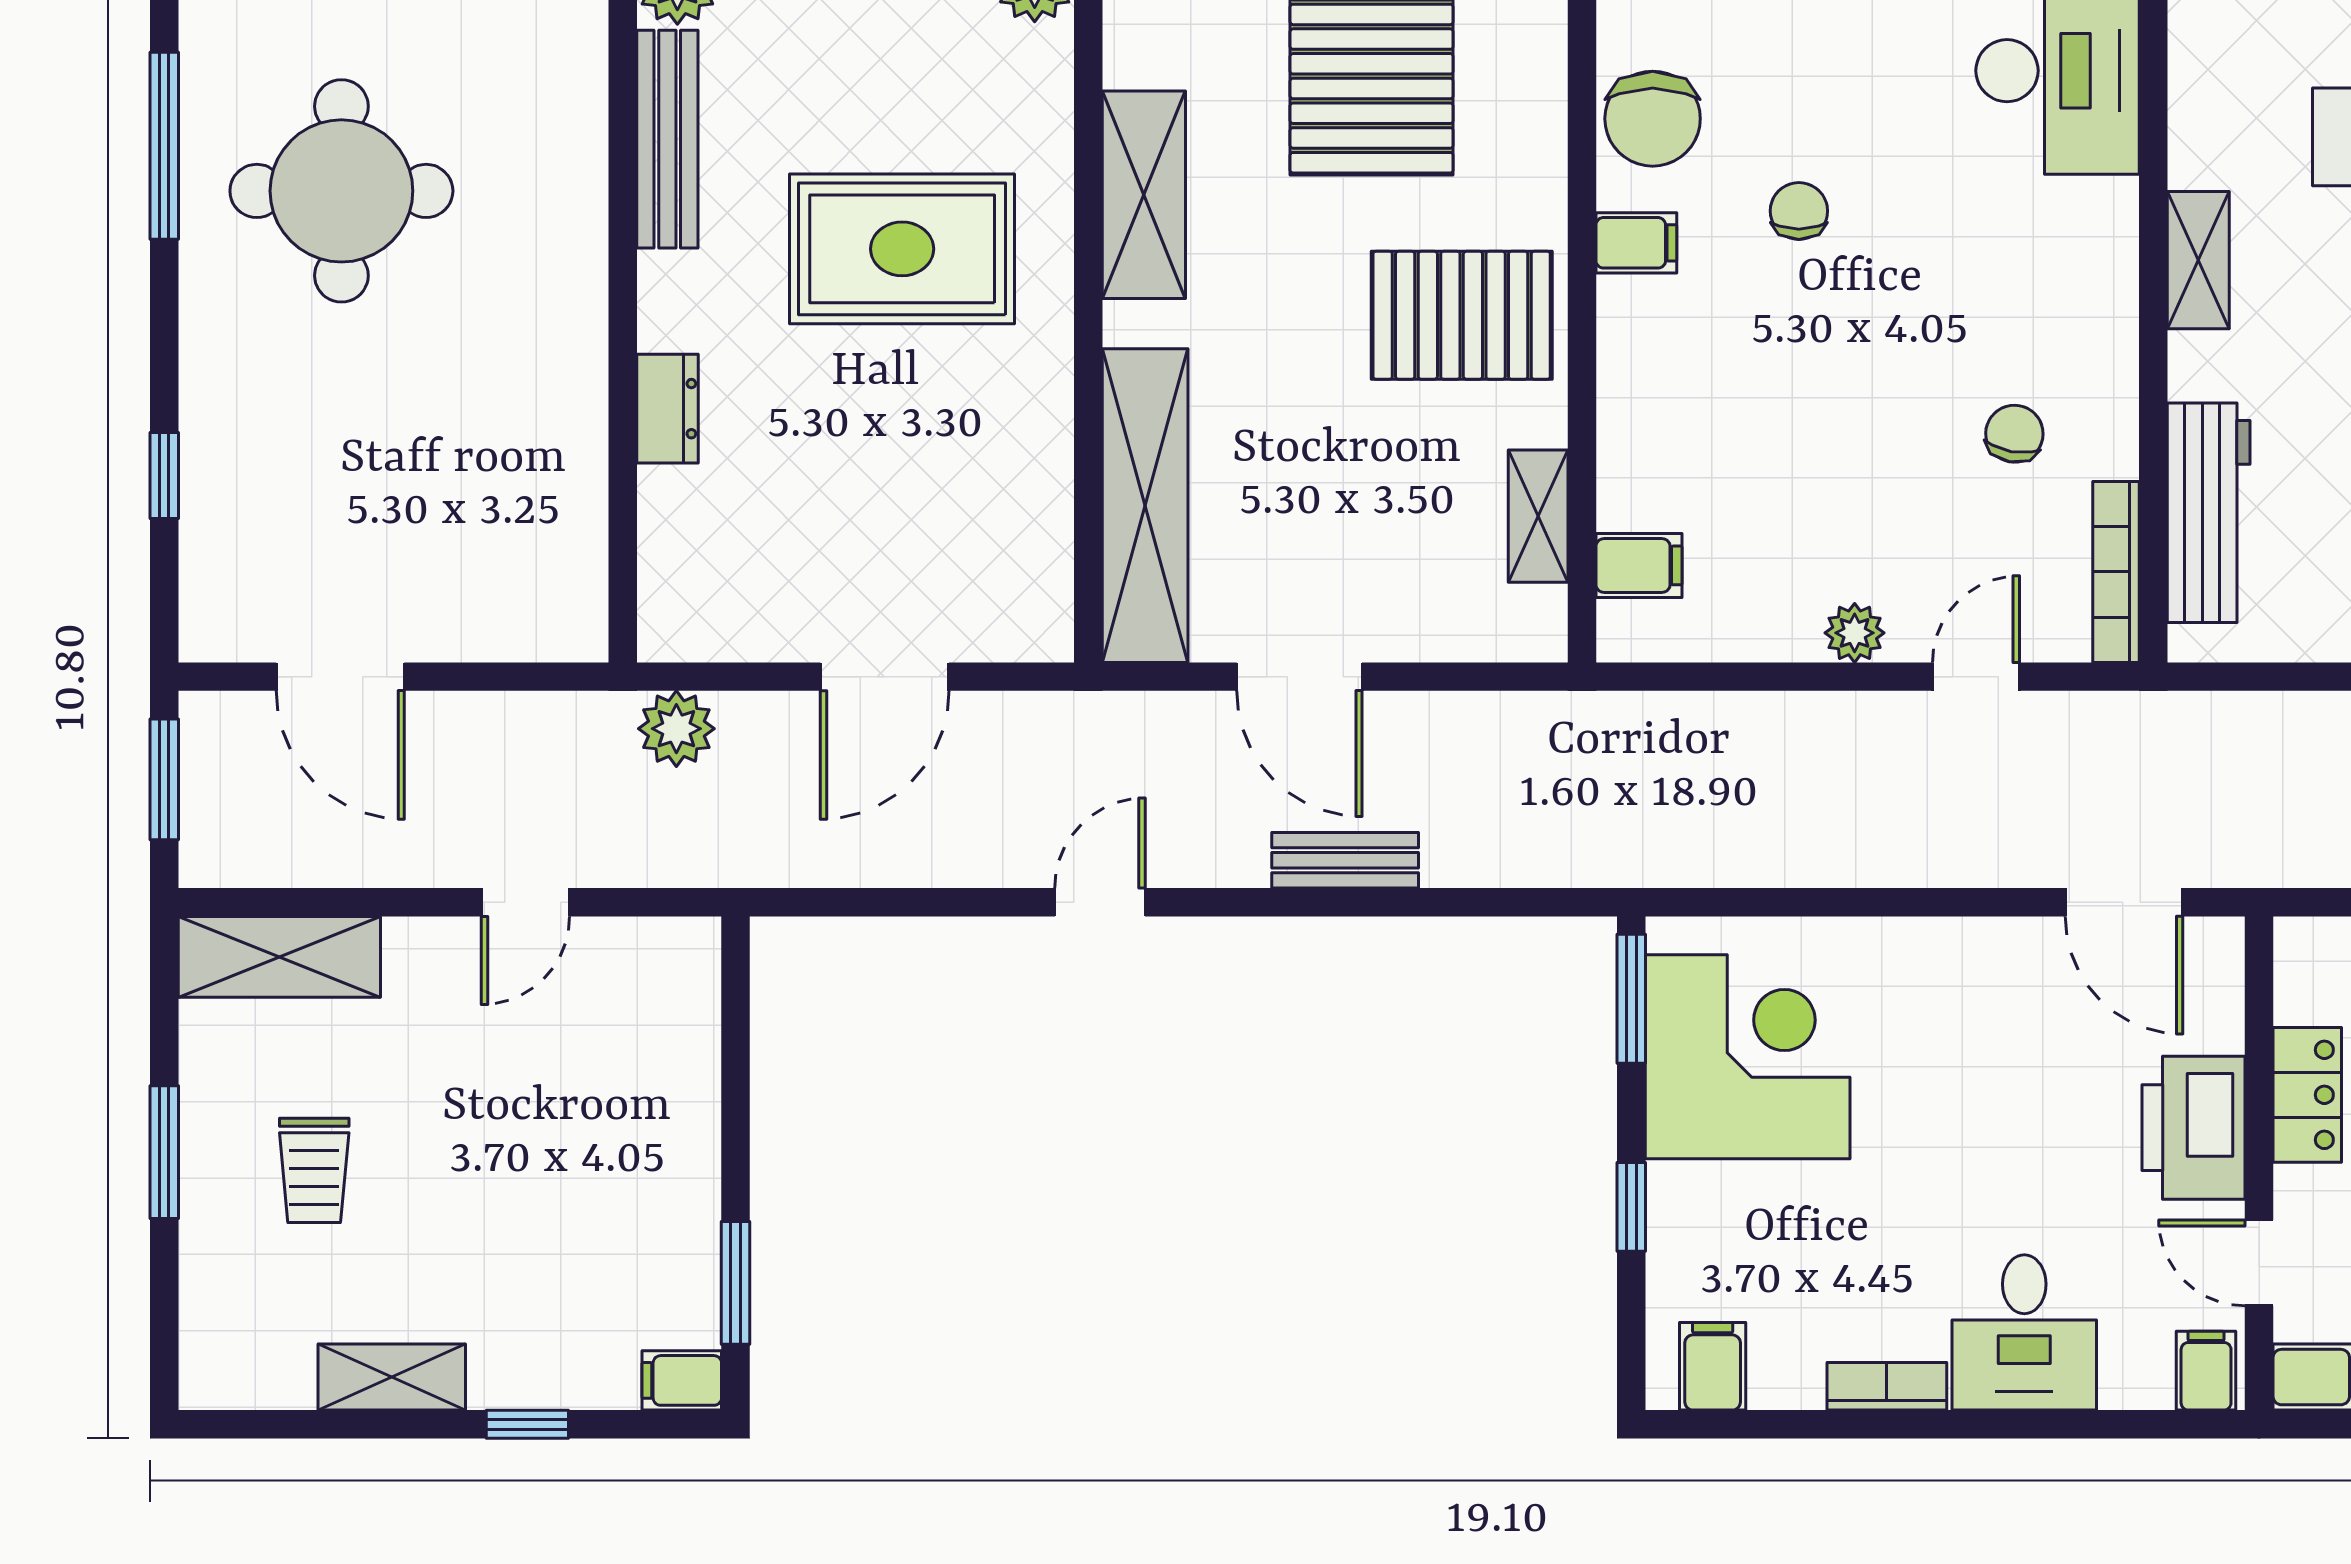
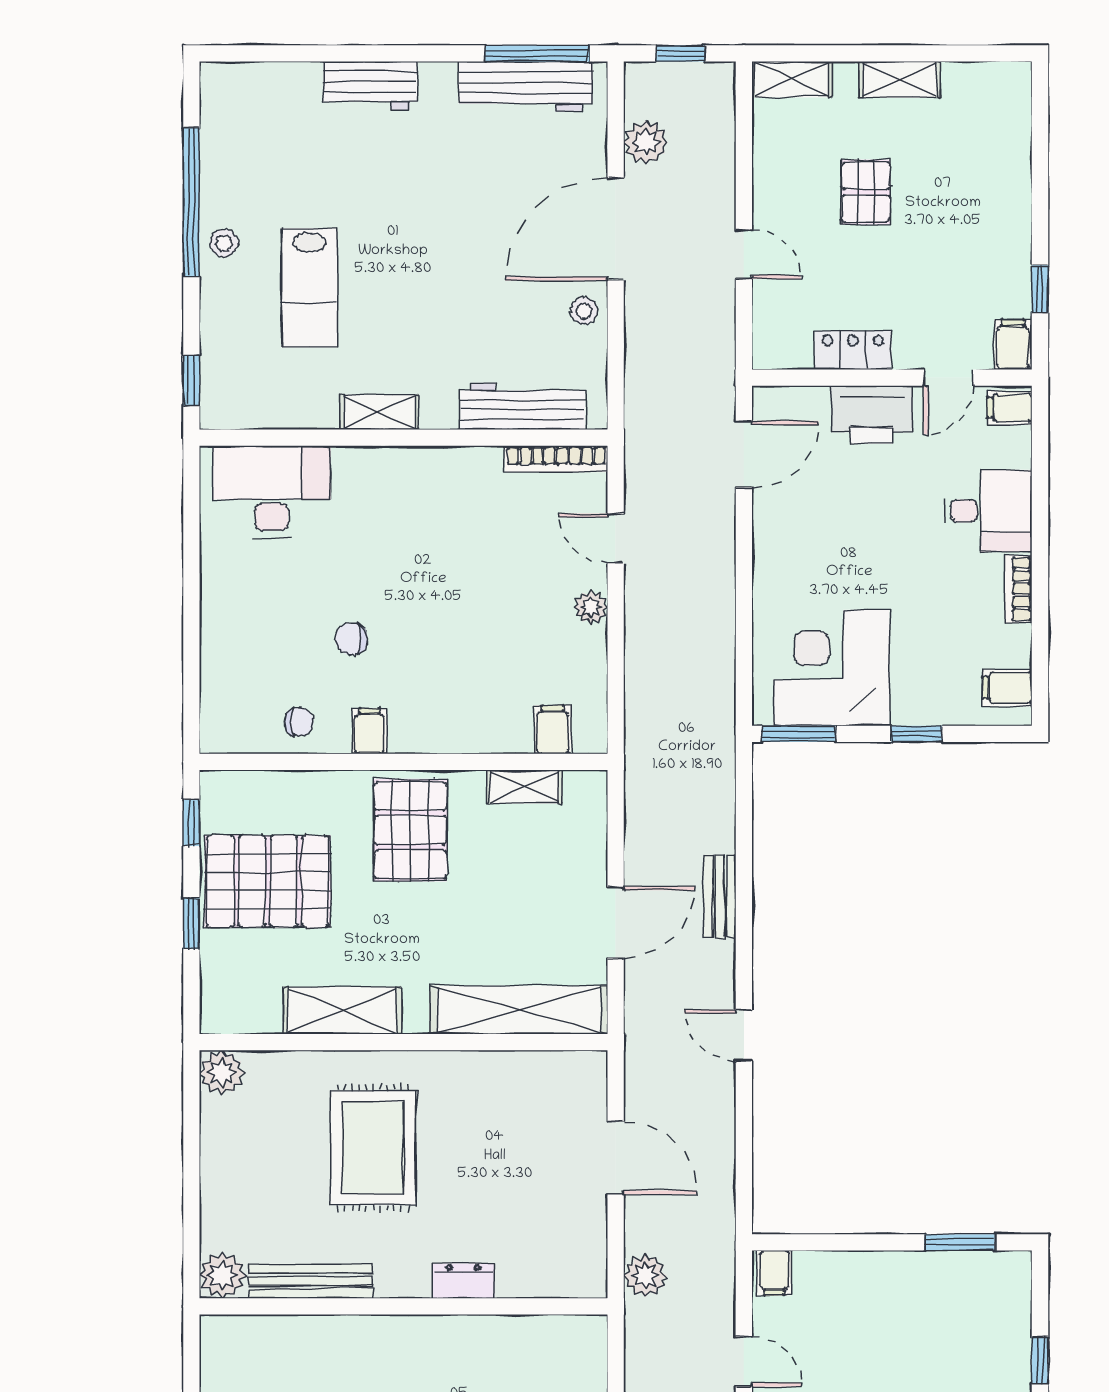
chair: (1653, 119) -> (299, 722), width x0.54, depth x0.54
chair: (2014, 434) -> (478, 516), removed
filing cabinet: (682, 1380) -> (774, 1273), moved

